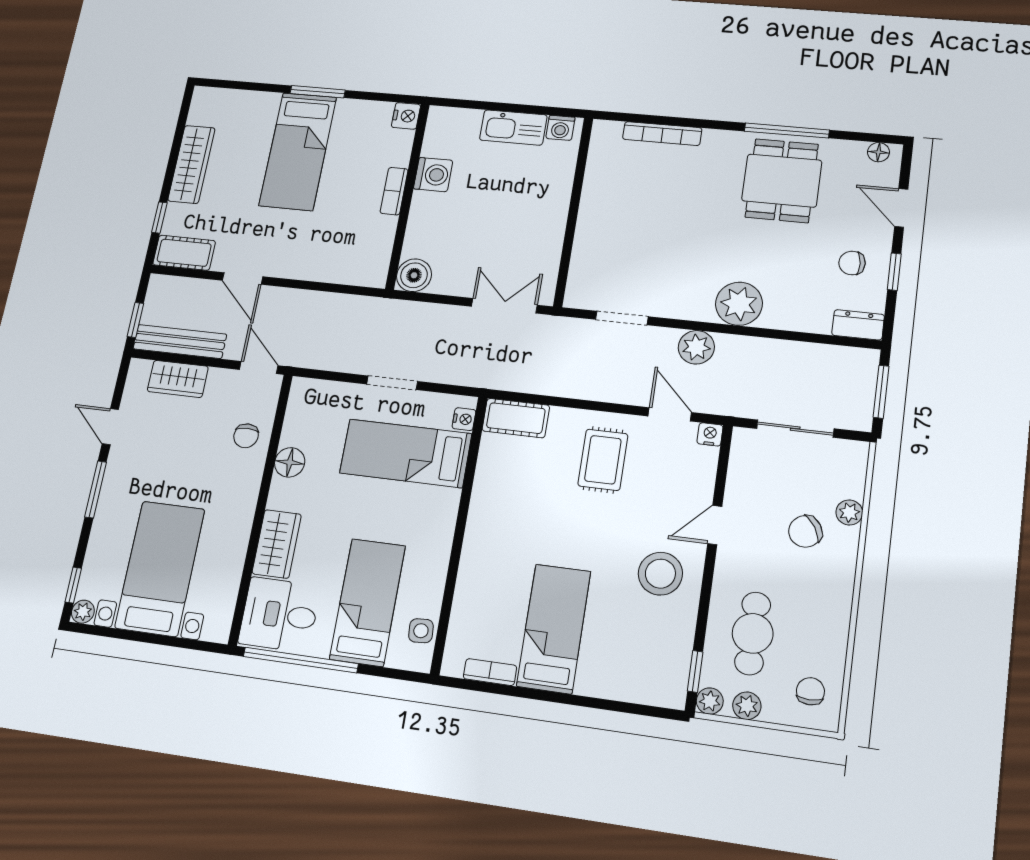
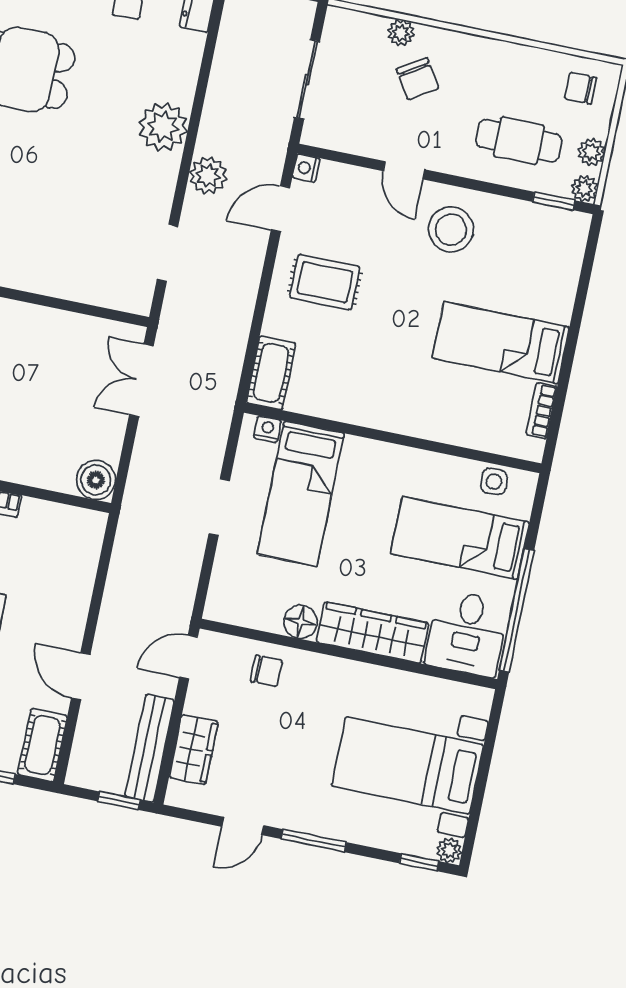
door: (243, 279) -> (81, 676), swing flipped
wardrobe: (277, 544) -> (373, 633), width x1.50

